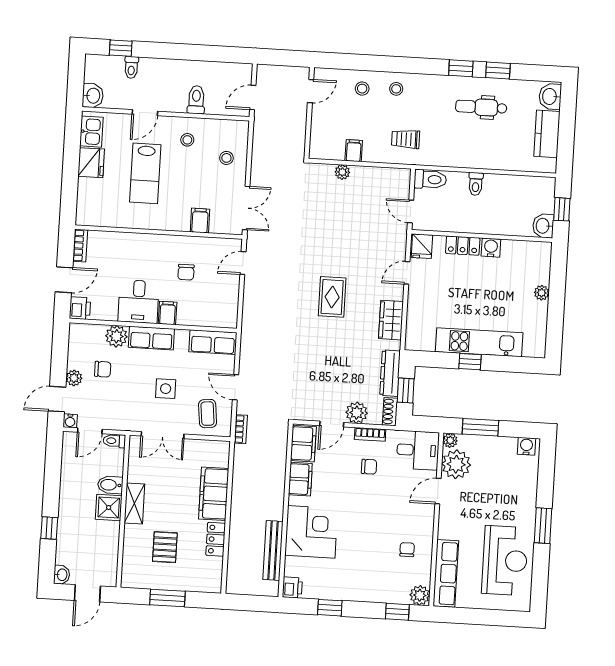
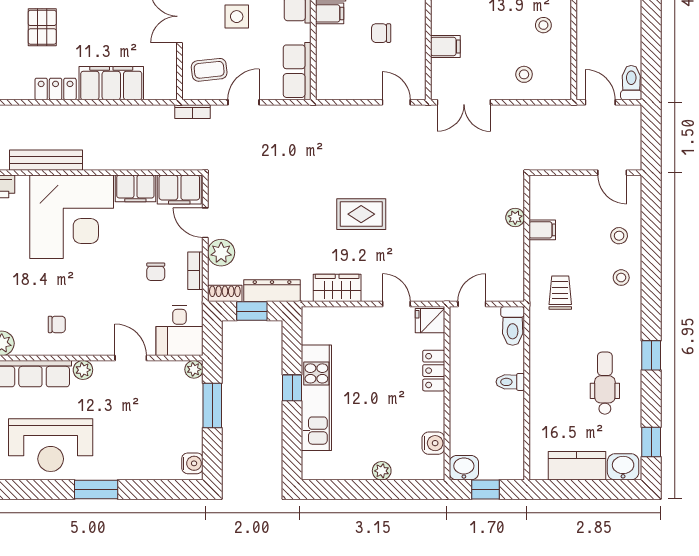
window: (498, 70) -> (651, 442), moved
toilet: (196, 100) -> (631, 83), moved, turned -90
water cooler: (491, 248) -> (433, 443), moved
plant: (456, 464) -> (83, 370), moved, width x0.53, depth x0.53
corner desk: (311, 532) -> (72, 217), width x1.36, depth x1.36
pallet: (165, 547) -> (42, 27), turned 90

